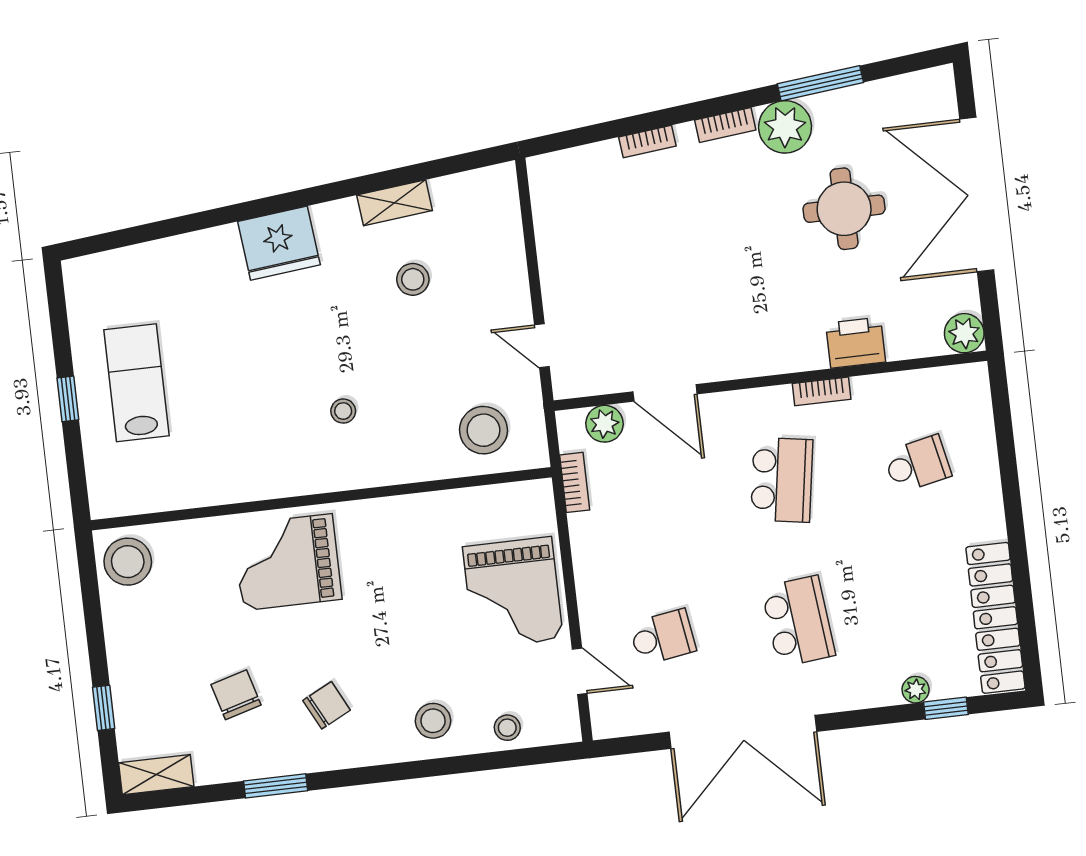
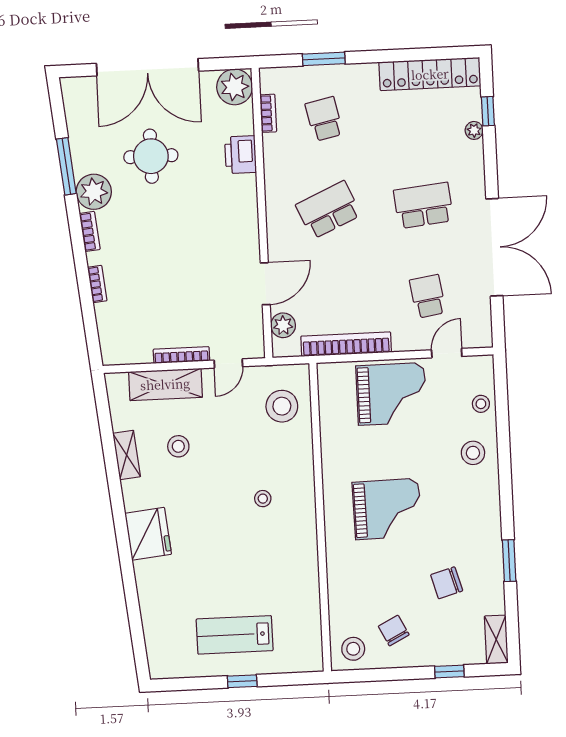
shelving: (504, 254) -> (165, 384), added
bookcase: (550, 275) -> (181, 355), added
plant: (964, 333) -> (235, 87), width x1.36, depth x1.36
bookcase: (822, 391) -> (268, 113), moved
window: (1007, 457) -> (324, 59), added
school desk: (782, 480) -> (328, 210), turned -33
bookcase: (575, 482) -> (346, 344), width x2.31, depth x1.31
stool: (128, 562) -> (353, 649), width x0.73, depth x0.73
grand piano: (287, 562) -> (387, 509), moved, turned -91
chair: (326, 705) -> (394, 631), moved

